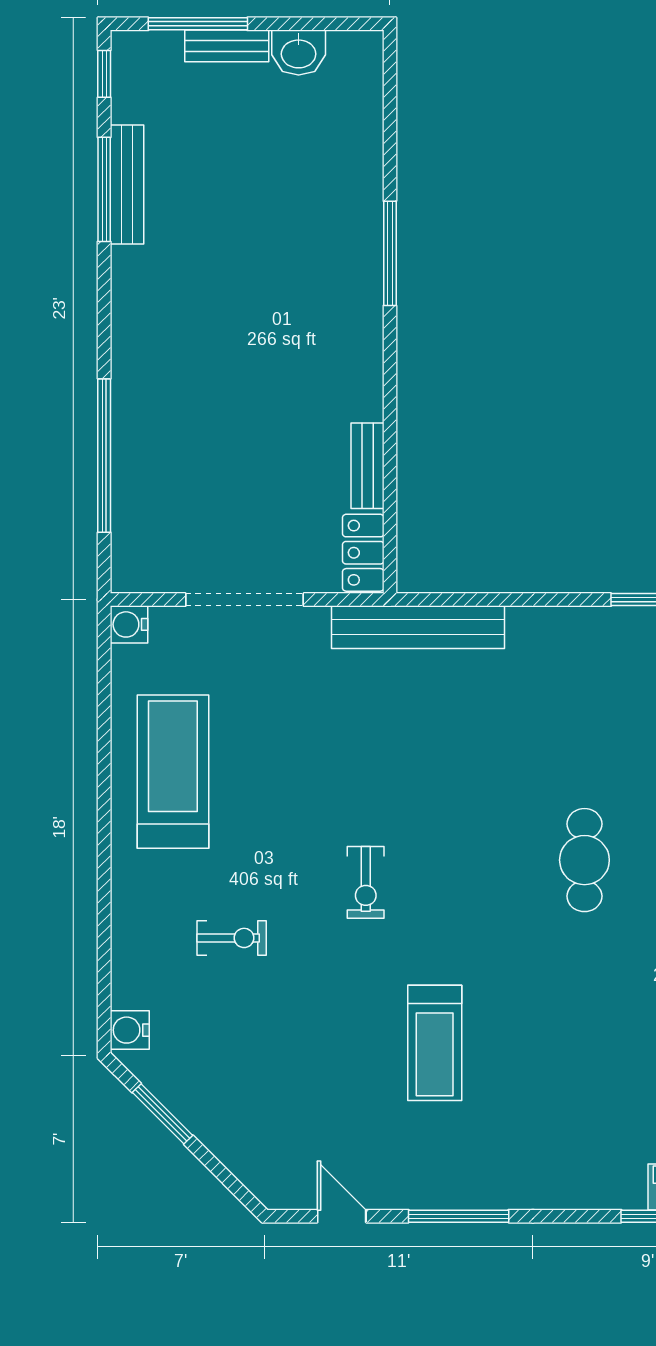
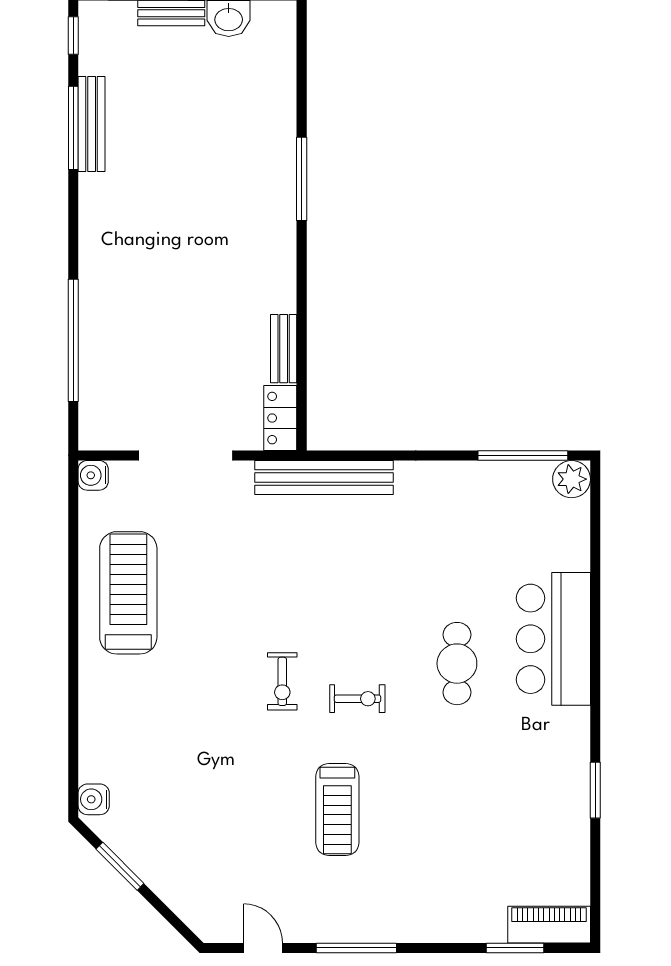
exercise bike: (232, 938) -> (357, 699), moved

